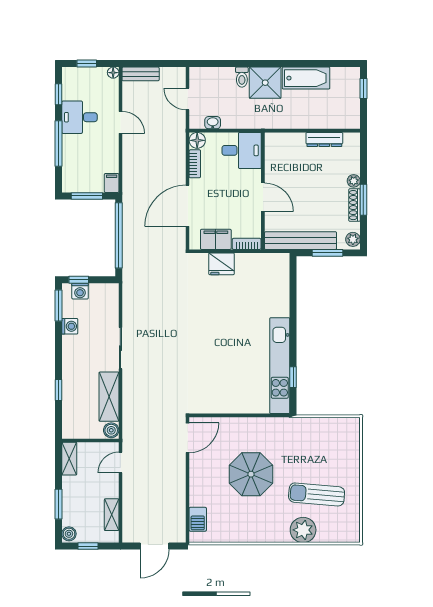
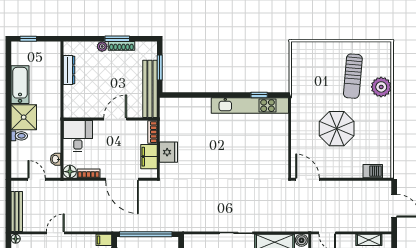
bench: (141, 74) -> (17, 211), width x1.36
door: (188, 99) -> (37, 179), swing flipped
plant: (353, 239) -> (149, 47), removed

